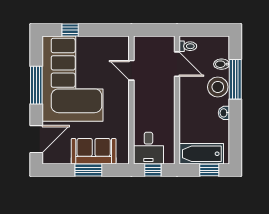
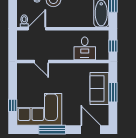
door: (131, 70) -> (41, 61), hinge flipped
corner sofa: (73, 79) -> (39, 109), width x0.73, depth x0.74
desk: (148, 148) -> (85, 48), moved, turned 90

